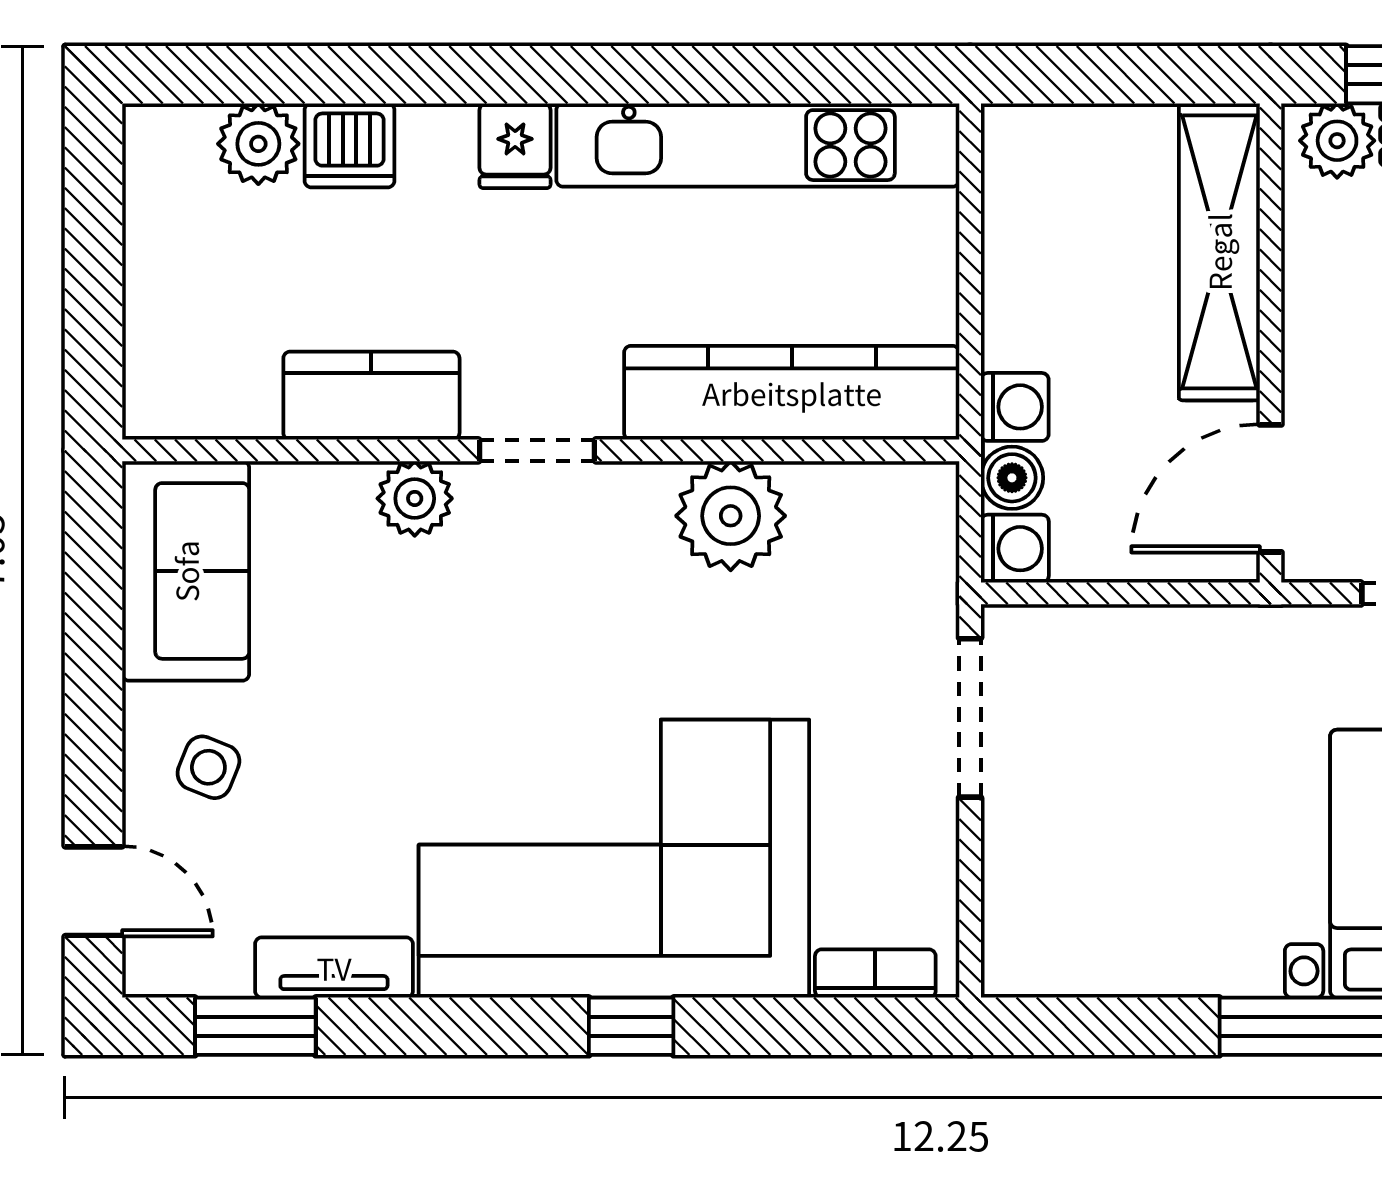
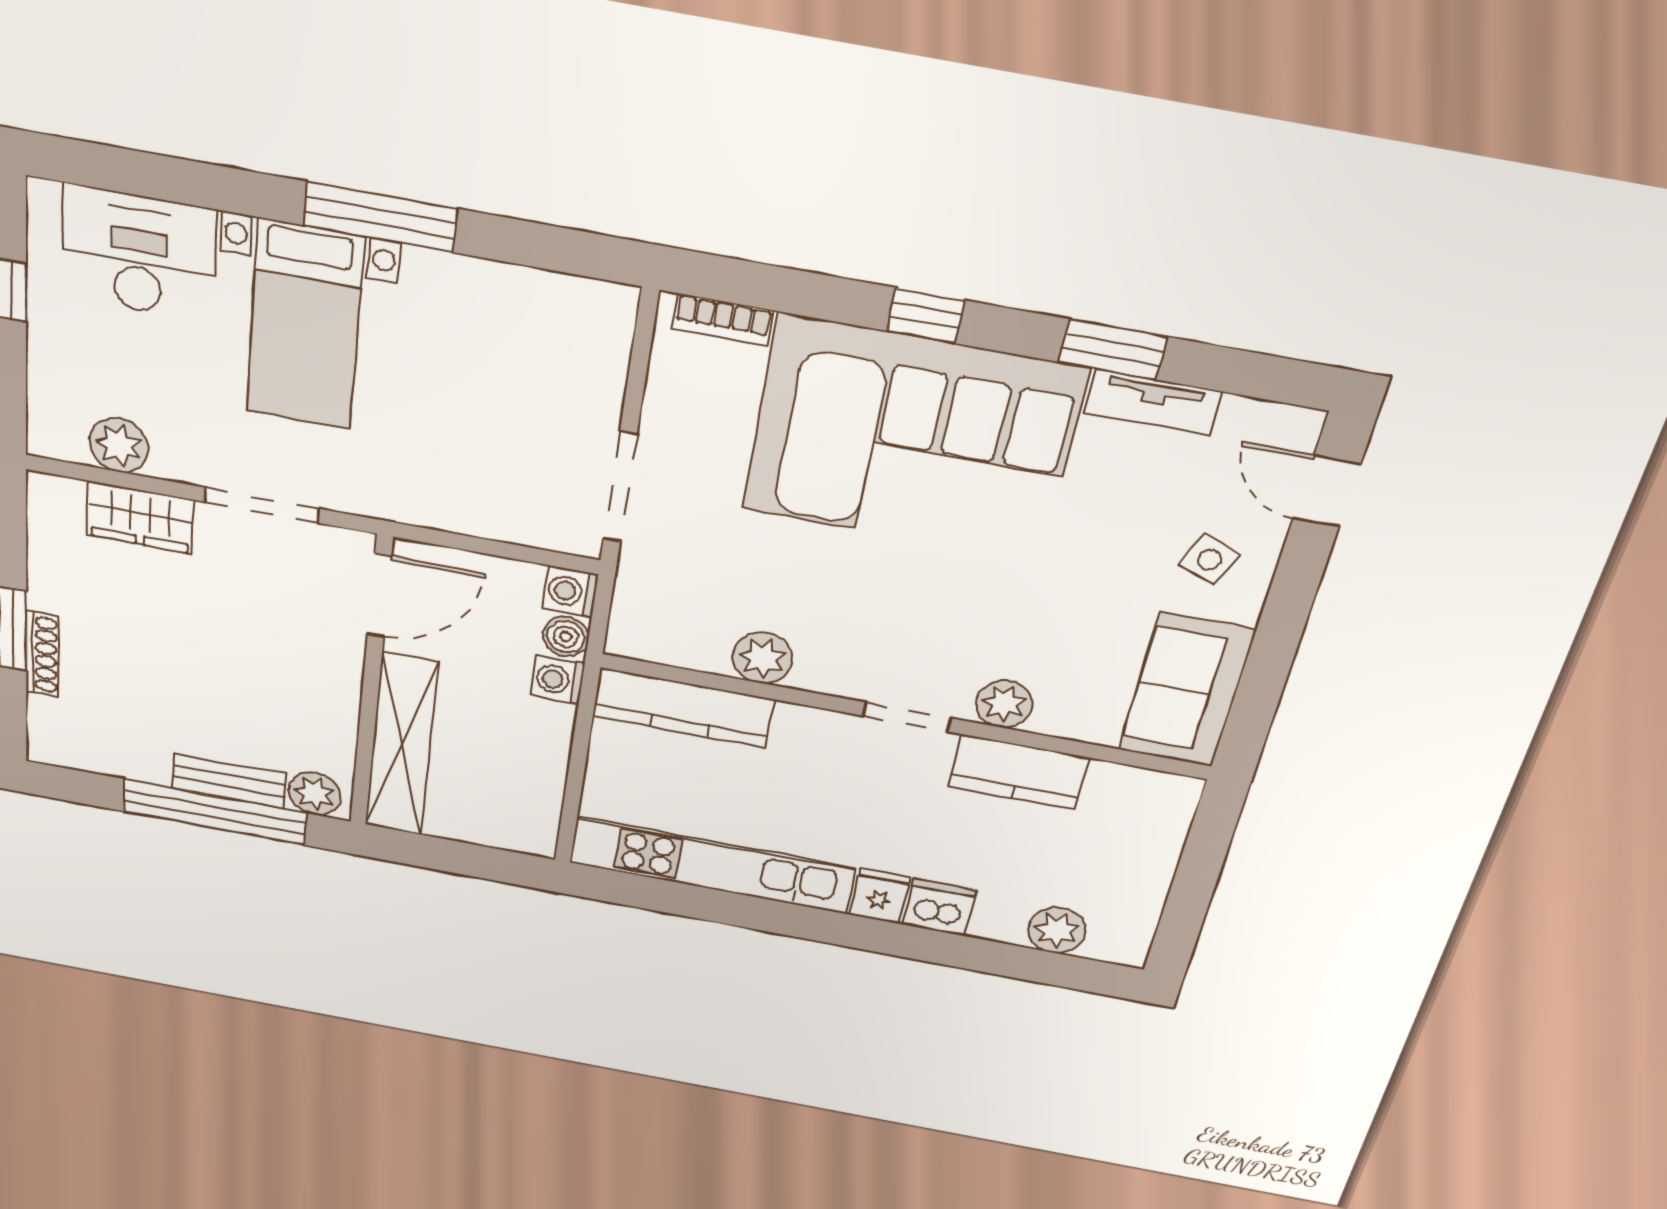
dishwasher: (349, 145) -> (939, 907), moved
kitchen counter: (792, 393) -> (683, 708), width x0.72, depth x0.86
plant: (731, 516) -> (762, 658), width x0.73, depth x0.73
window: (255, 1026) -> (1113, 349), moved

